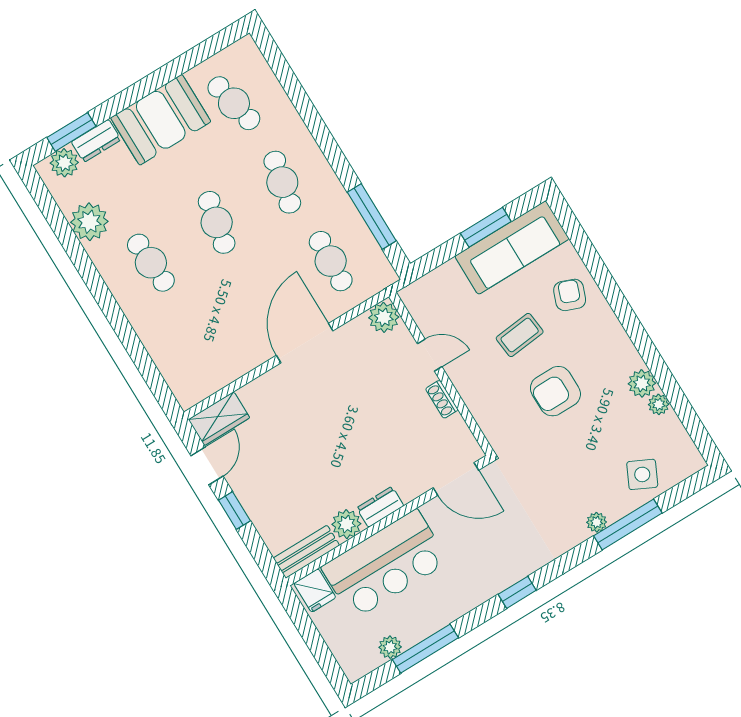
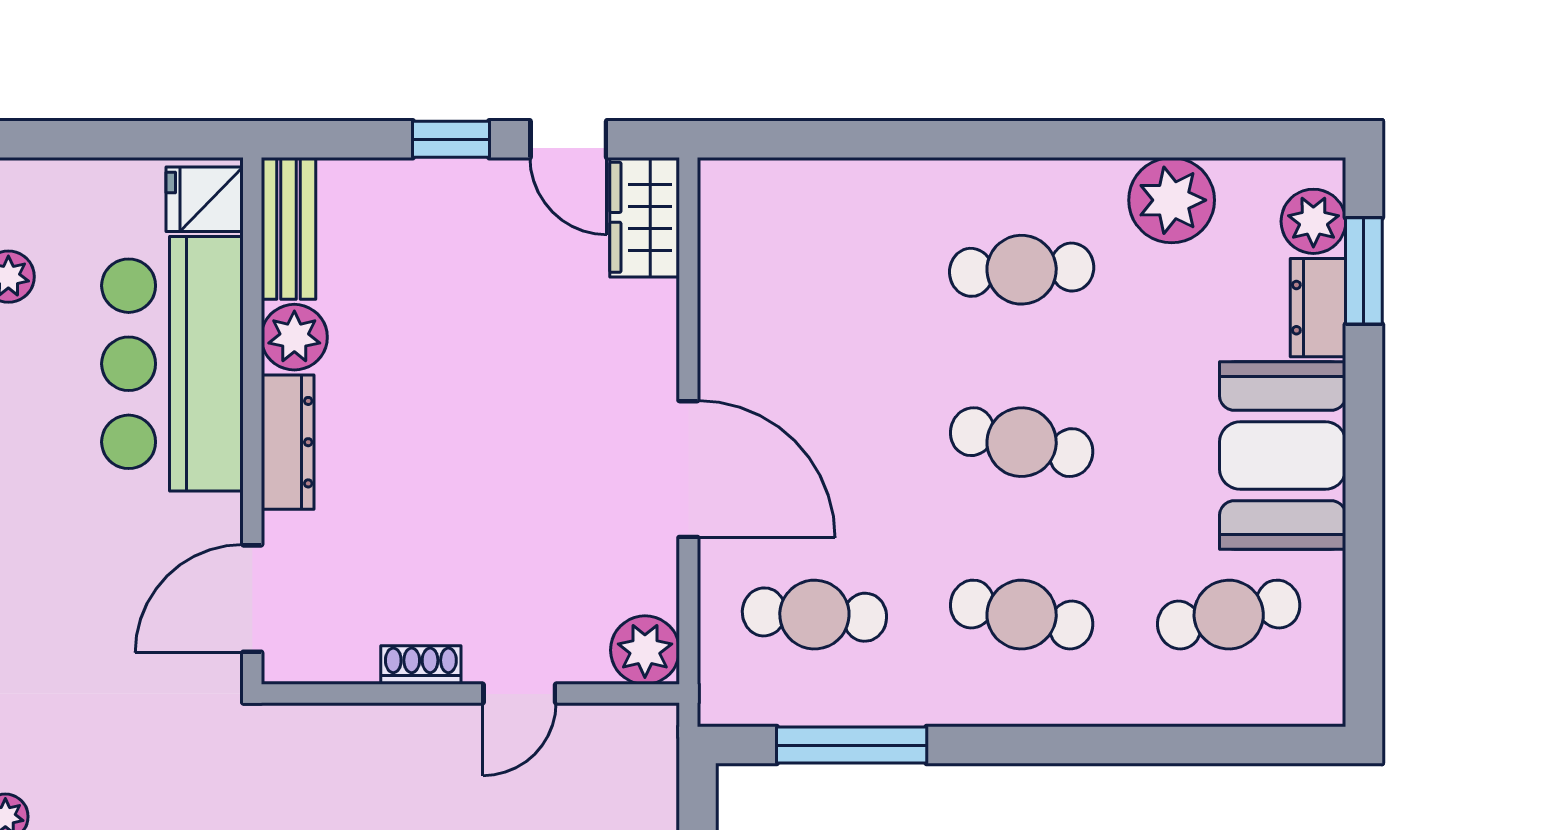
dresser: (380, 507) -> (288, 442), width x1.44

